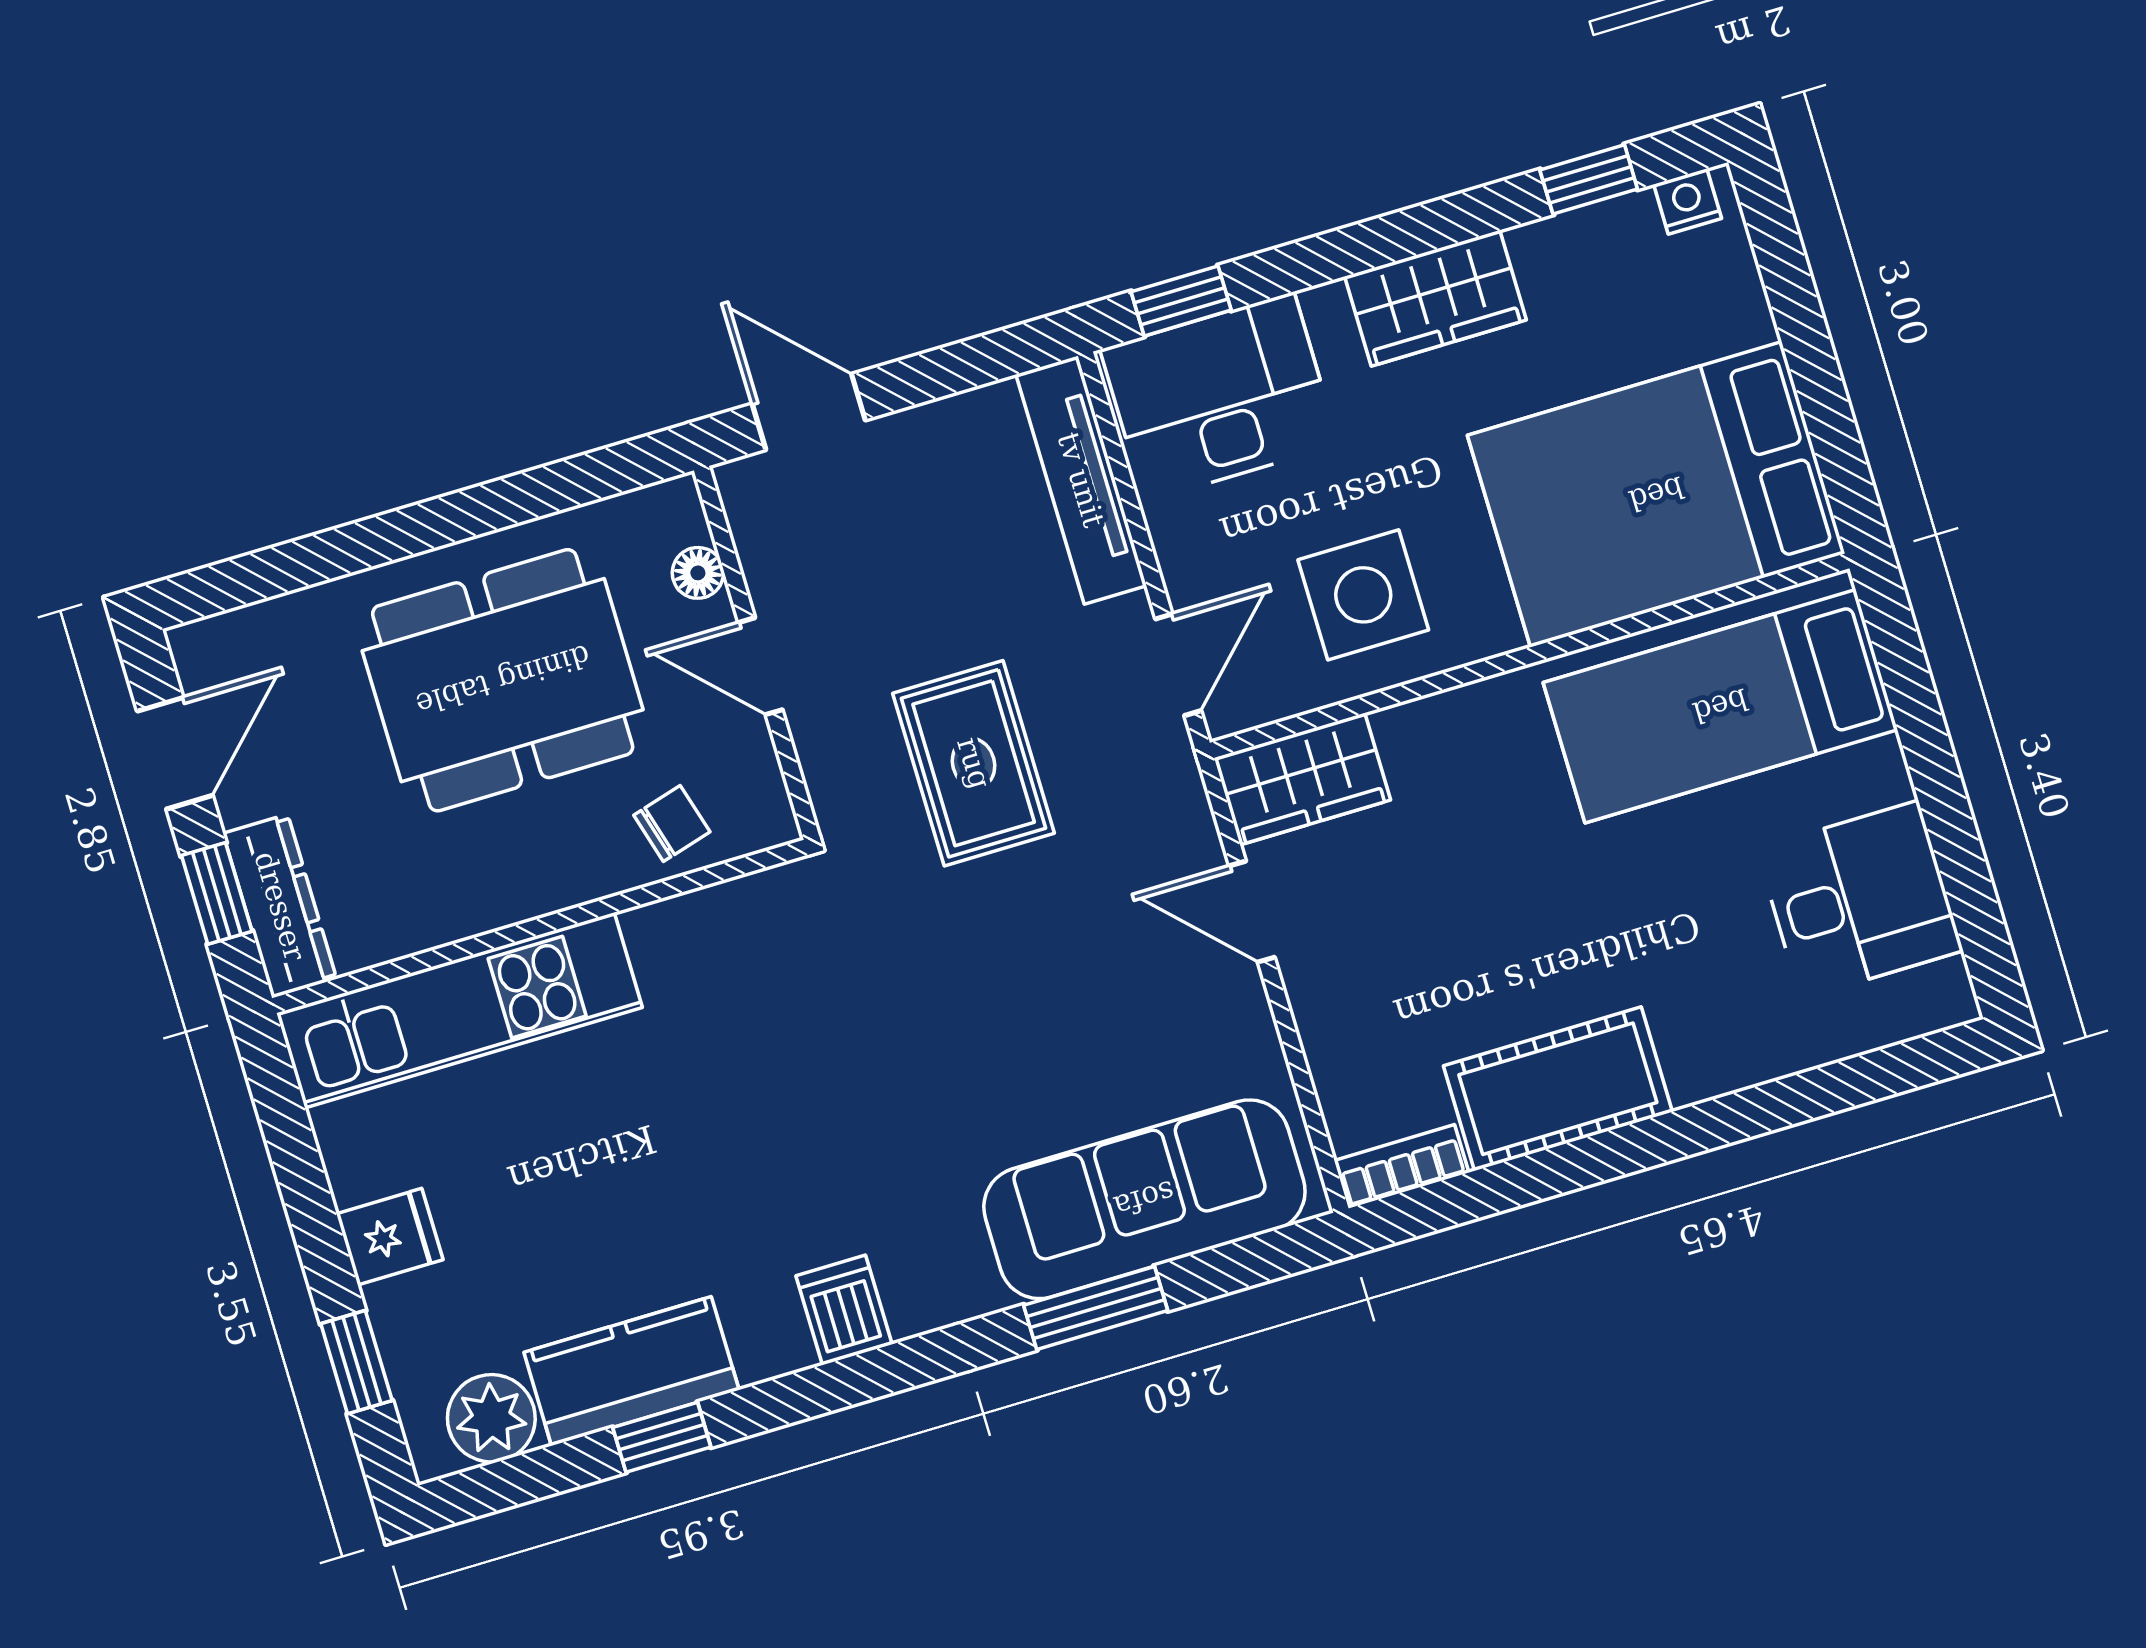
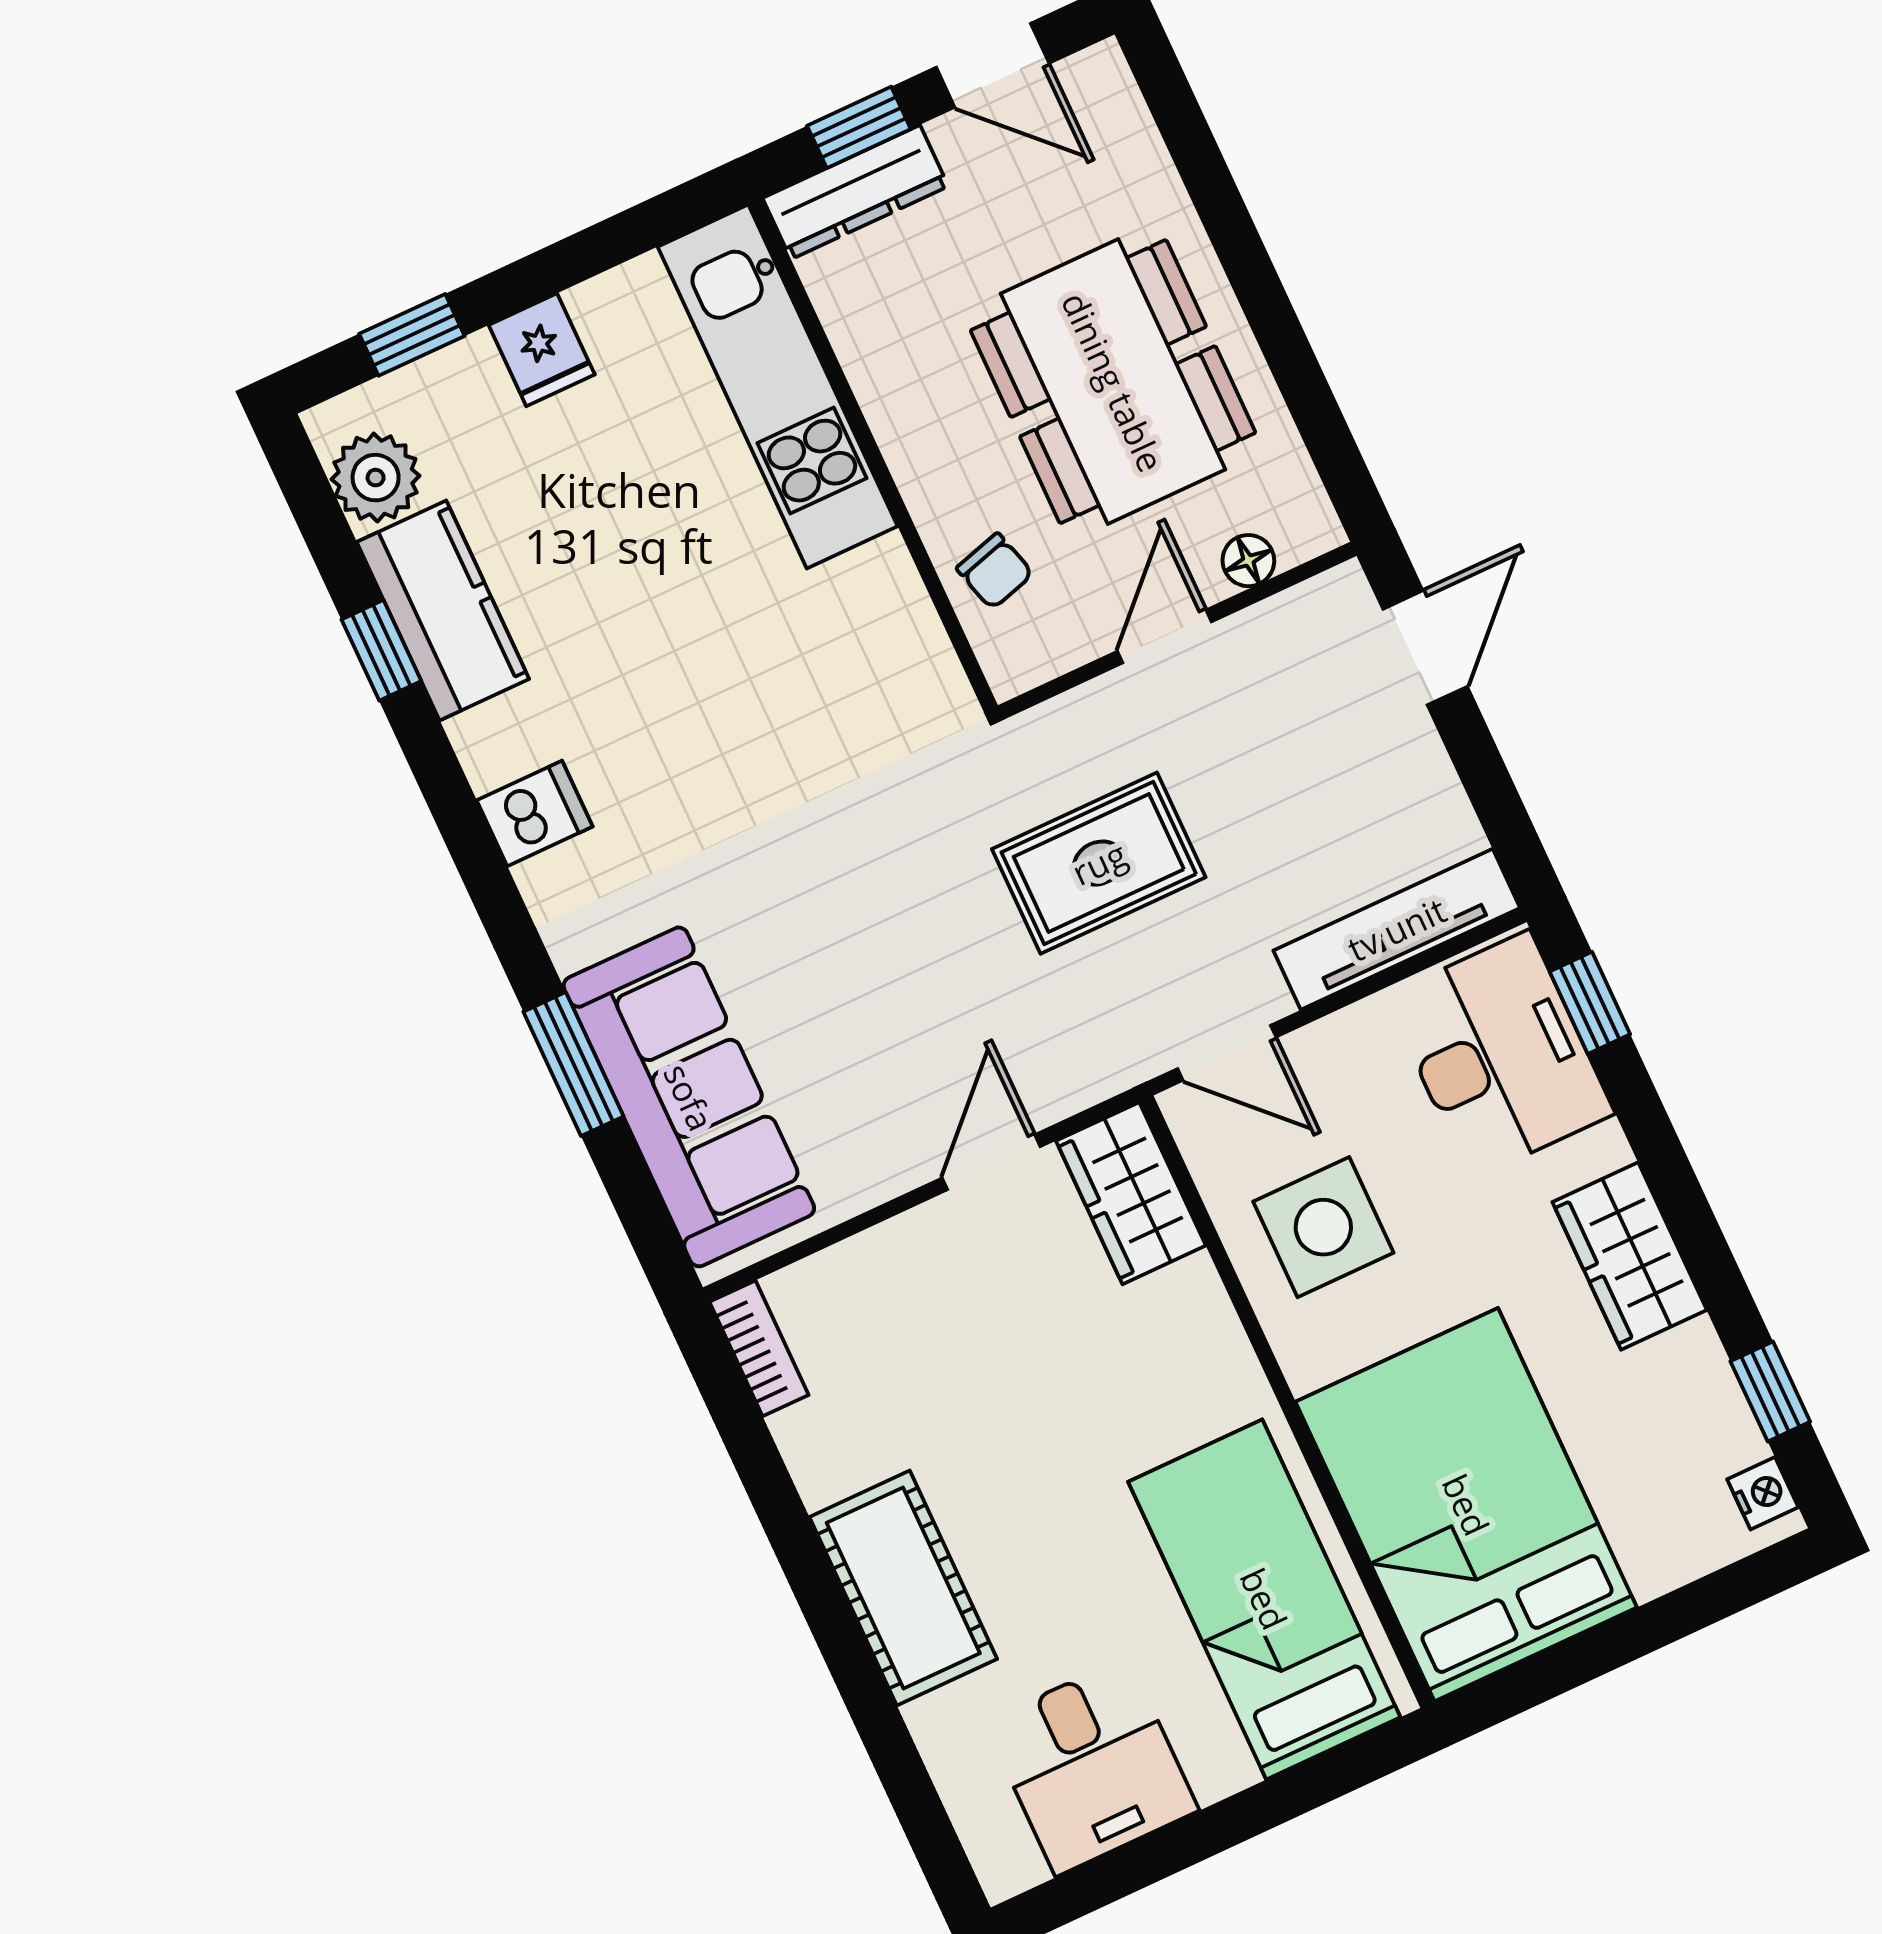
cot: (1558, 1089) -> (903, 1588), moved

